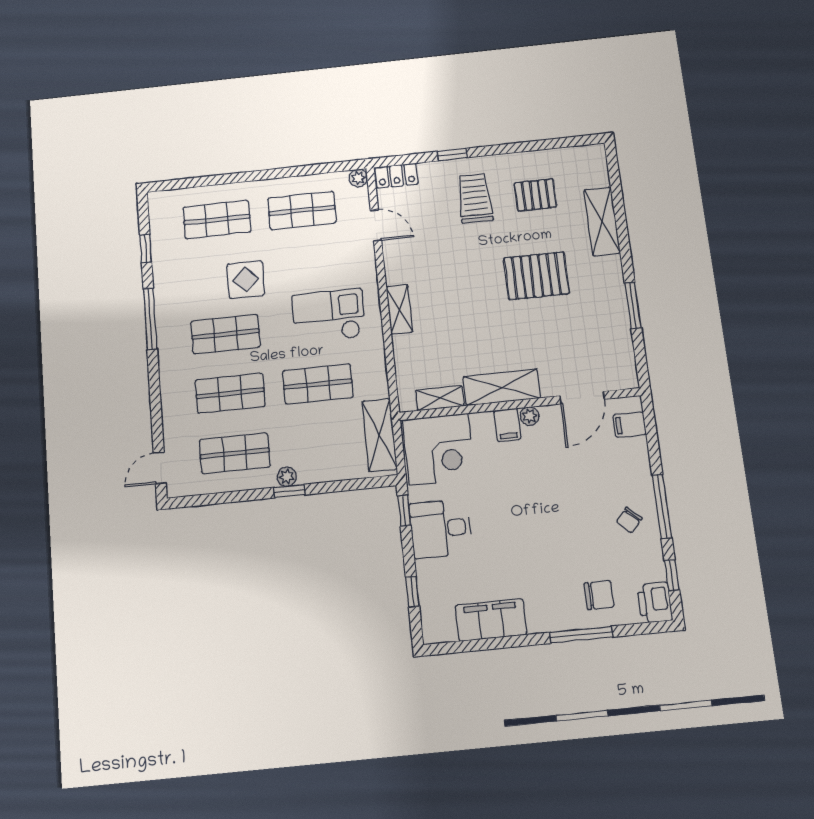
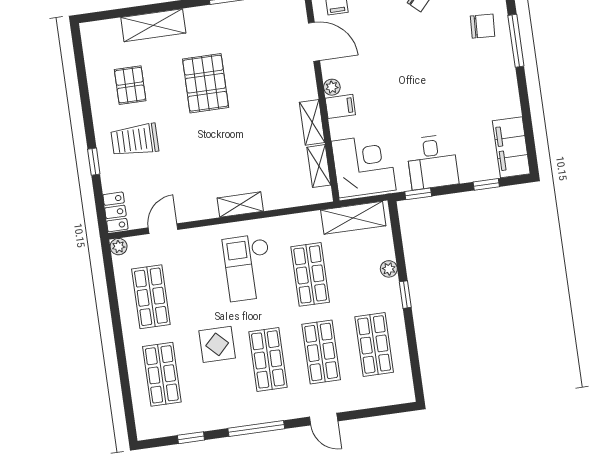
shelving: (502, 387) -> (312, 122), width x0.67, depth x0.75
door: (160, 468) -> (324, 419), moved
plant: (287, 477) -> (389, 269), moved
chair: (599, 595) -> (483, 26), turned 93
filing cabinet: (491, 620) -> (511, 147), moved

